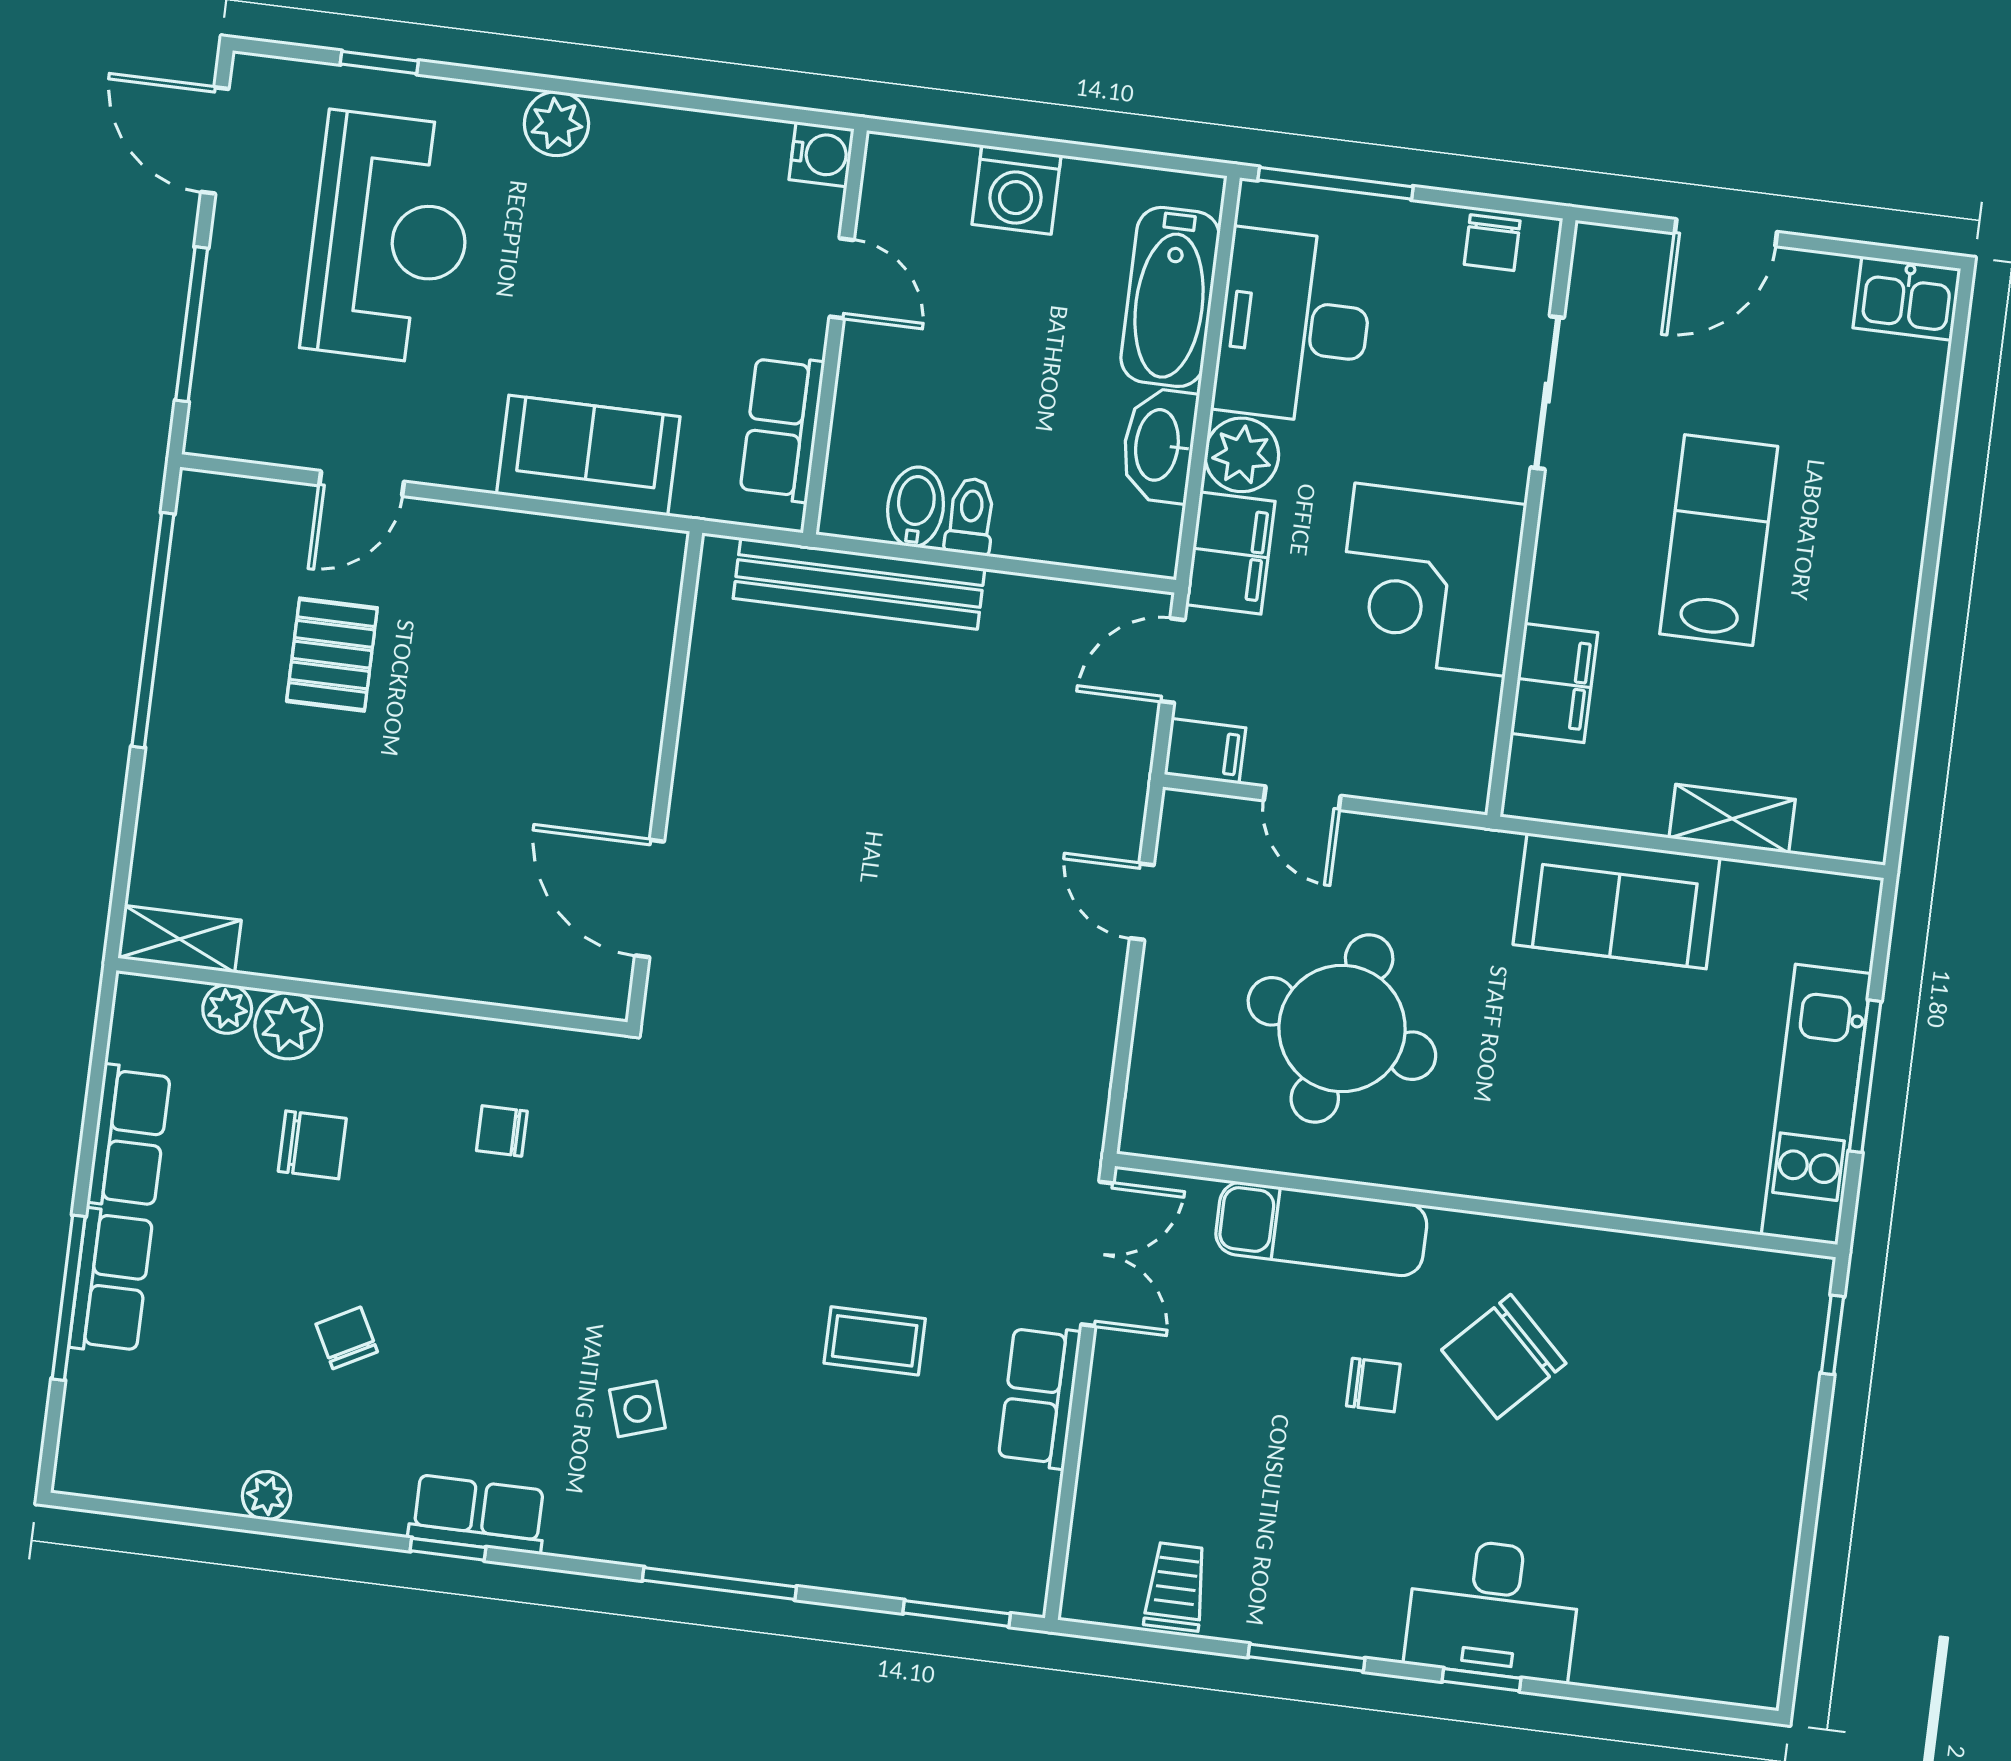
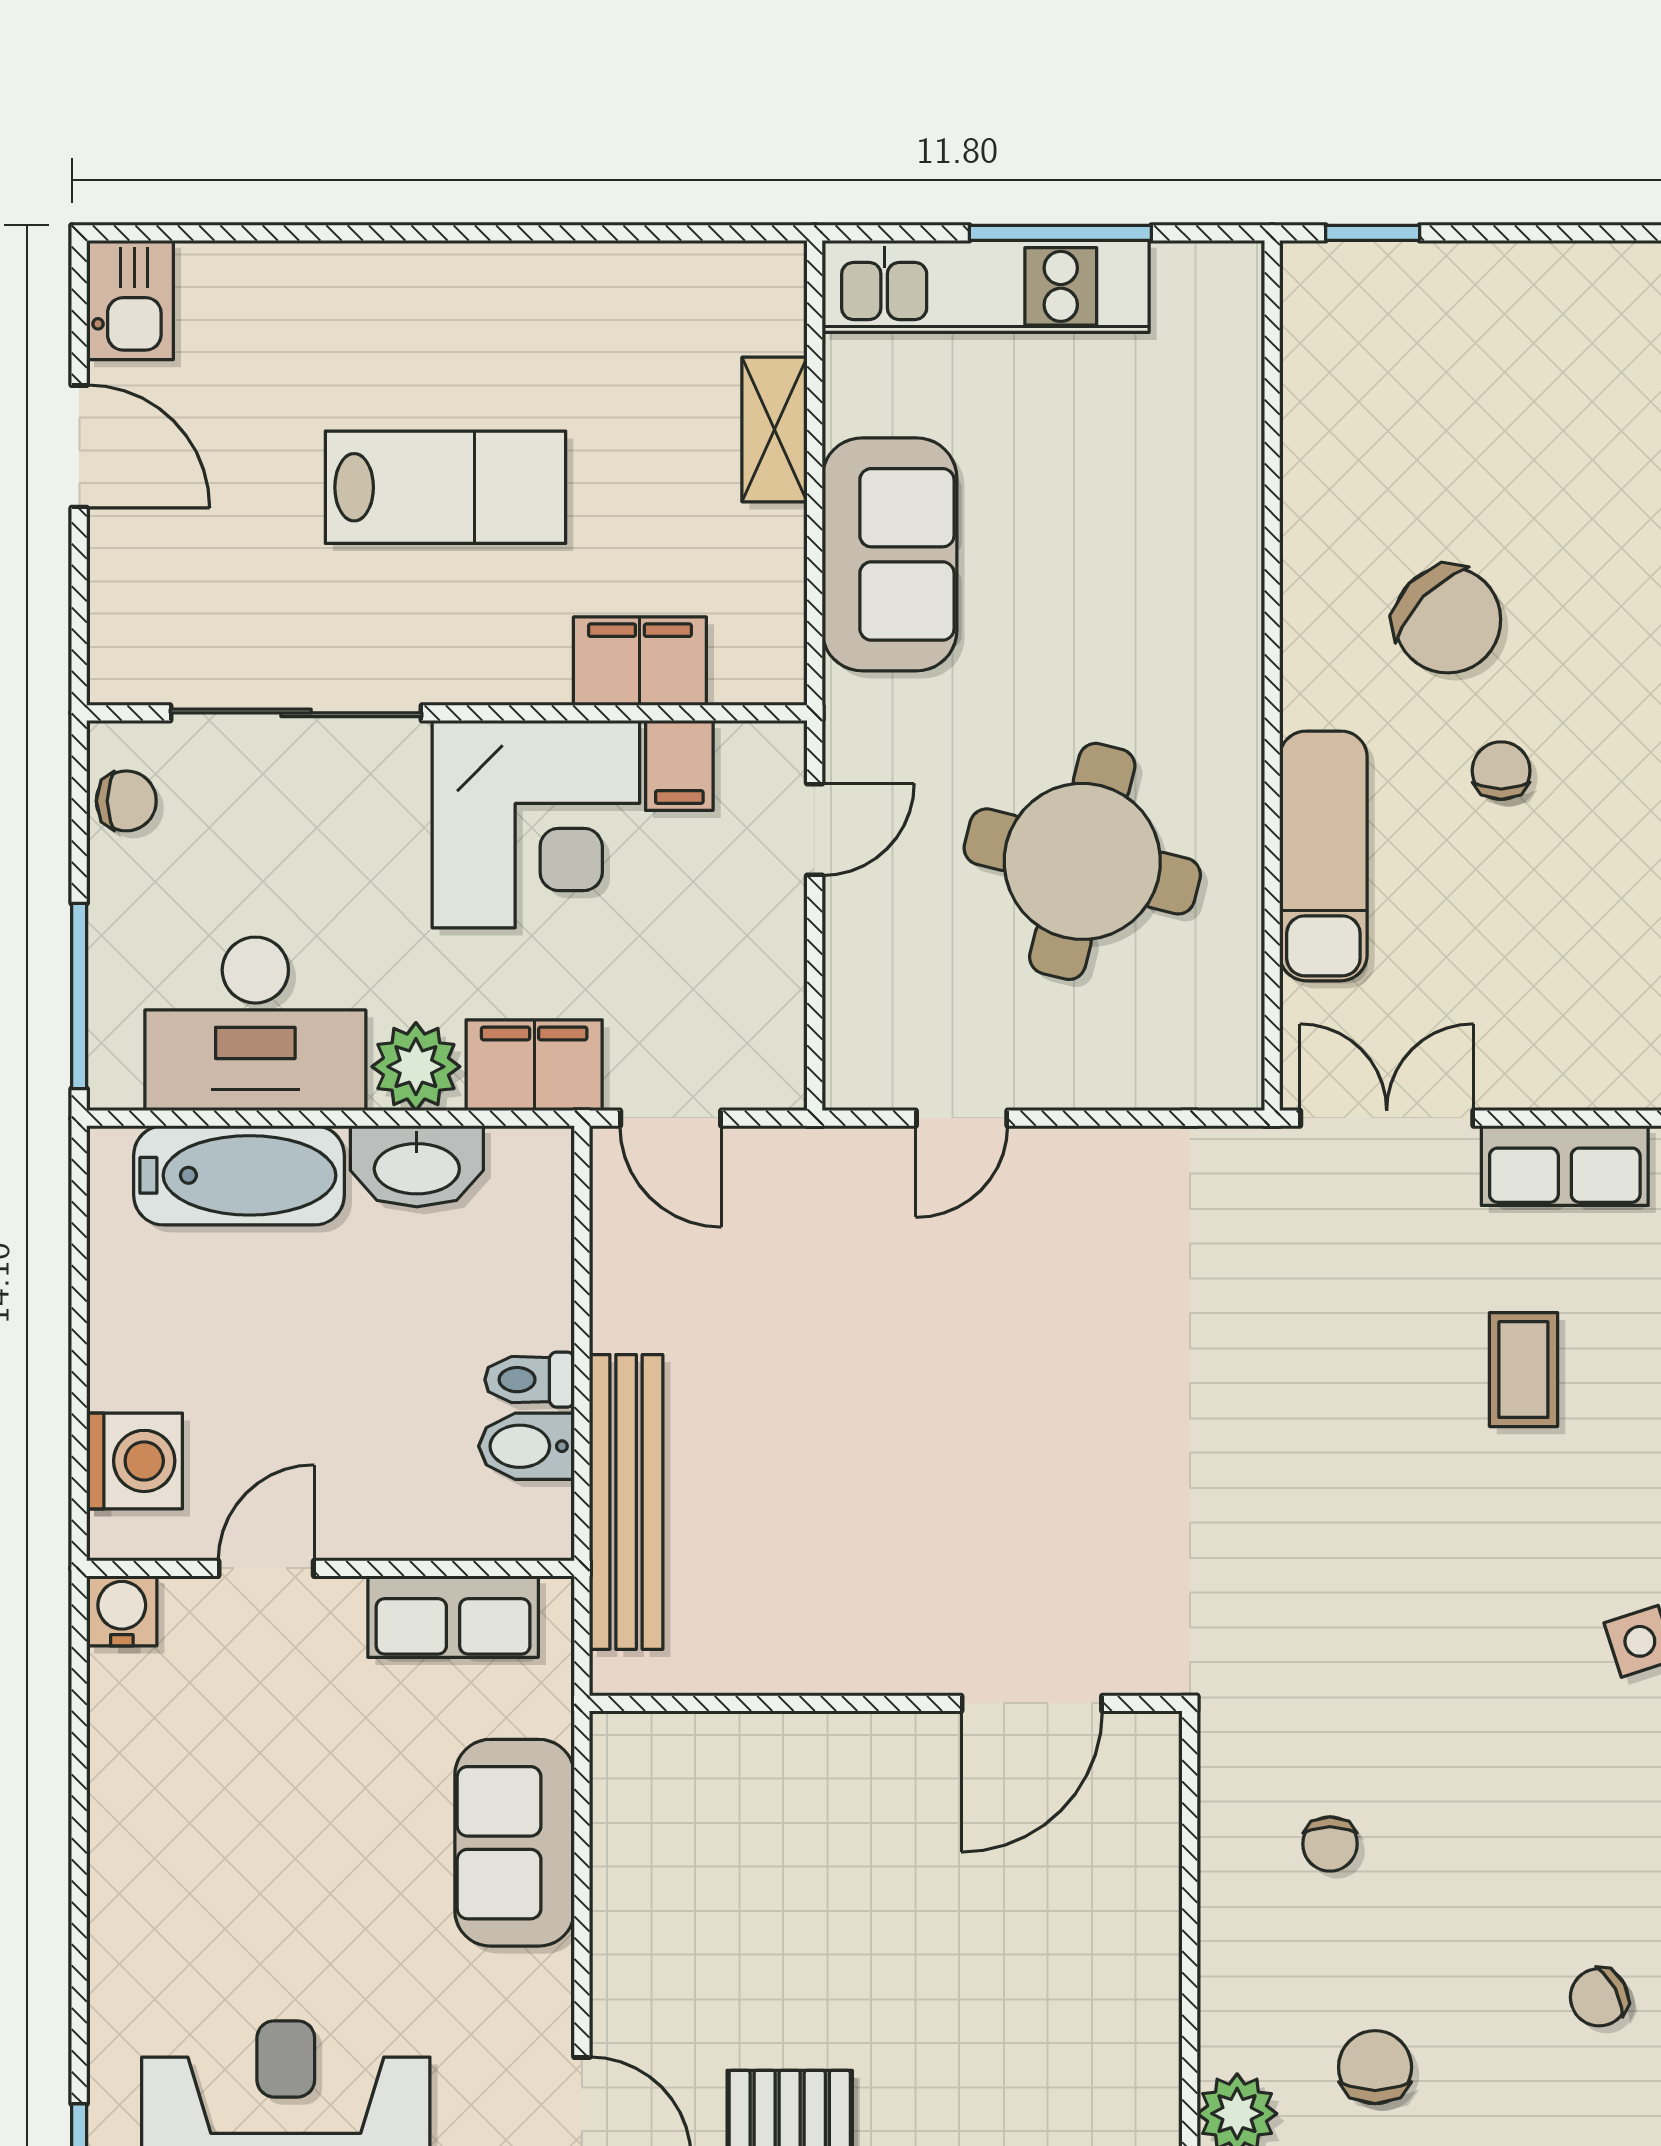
plant: (556, 124) -> (125, 1930), removed
washing machine: (1017, 190) -> (135, 1461), moved
door: (1726, 233) -> (79, 446), moved
sliding door: (1547, 393) -> (296, 713), width x1.37
lab bench: (1719, 540) -> (445, 487), turned 180
filing cabinet: (1205, 751) -> (679, 765), moved, turned 180
door: (1302, 798) -> (815, 830), moved
kitchen unit: (1816, 1104) -> (986, 286), moved

